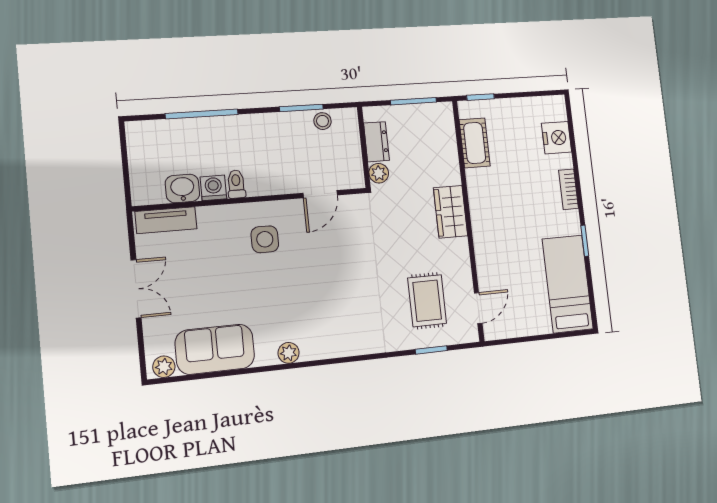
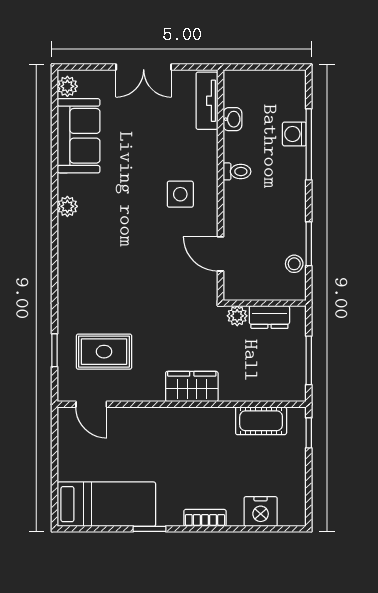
washing machine: (213, 188) -> (294, 134), moved, turned 180
washbasin: (182, 189) -> (232, 119), width x0.72, depth x0.69

